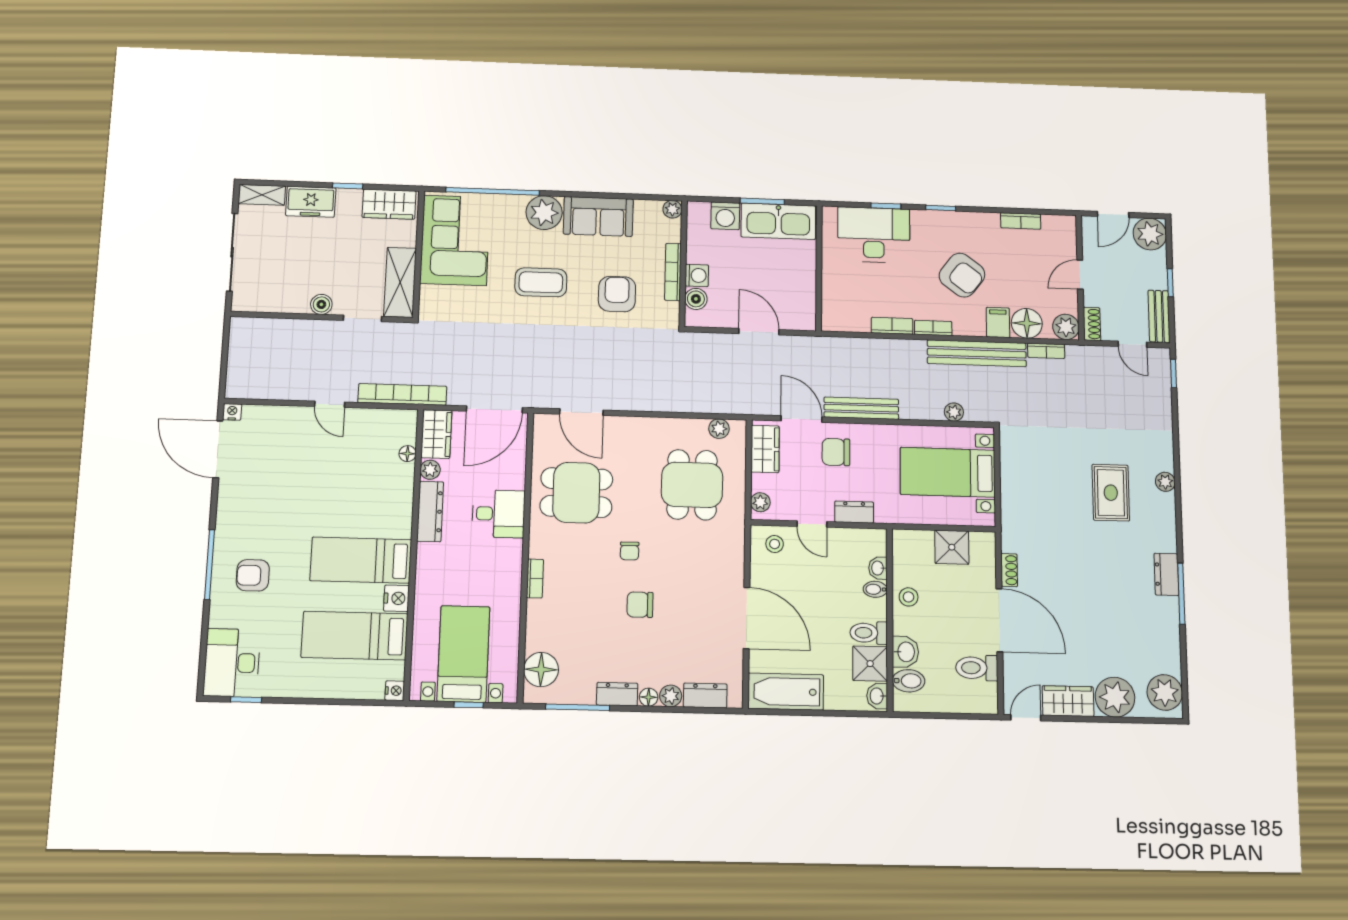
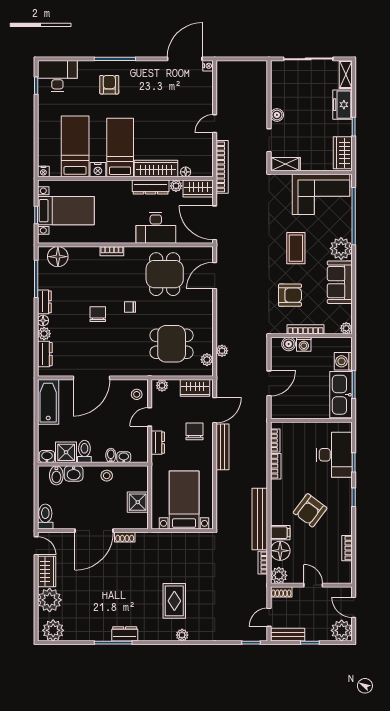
shelving: (400, 282) -> (285, 164), width x0.67, depth x0.75
bookcase: (933, 328) -> (275, 440), moved
plant: (954, 412) -> (222, 351), moved
rug: (1111, 493) -> (174, 601), turned 90
wardrobe: (399, 502) -> (156, 169), added
desk: (499, 514) -> (156, 228), width x1.37
toilet: (977, 668) -> (45, 517), moved

